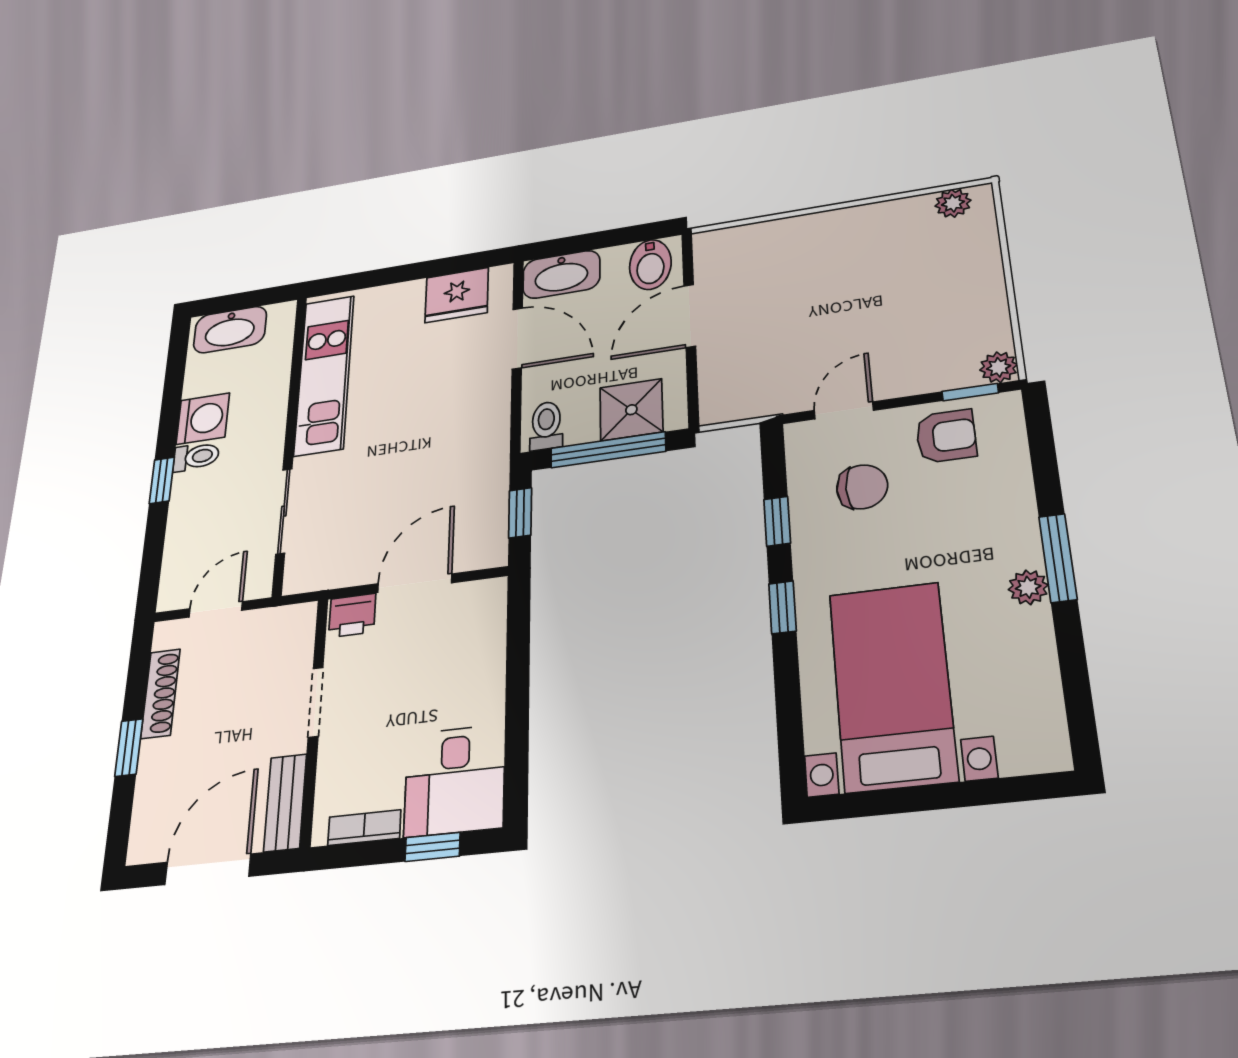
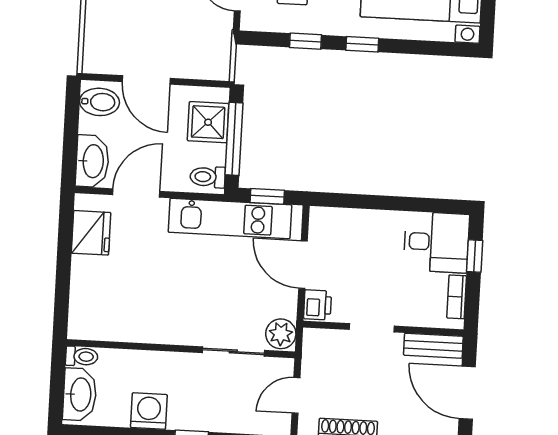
kitchen unit: (324, 375) -> (230, 219), moved, turned 180
toilet: (196, 457) -> (82, 356), moved, turned 90
plant: (309, 571) -> (281, 334), added
door: (216, 609) -> (296, 395), hinge flipped

